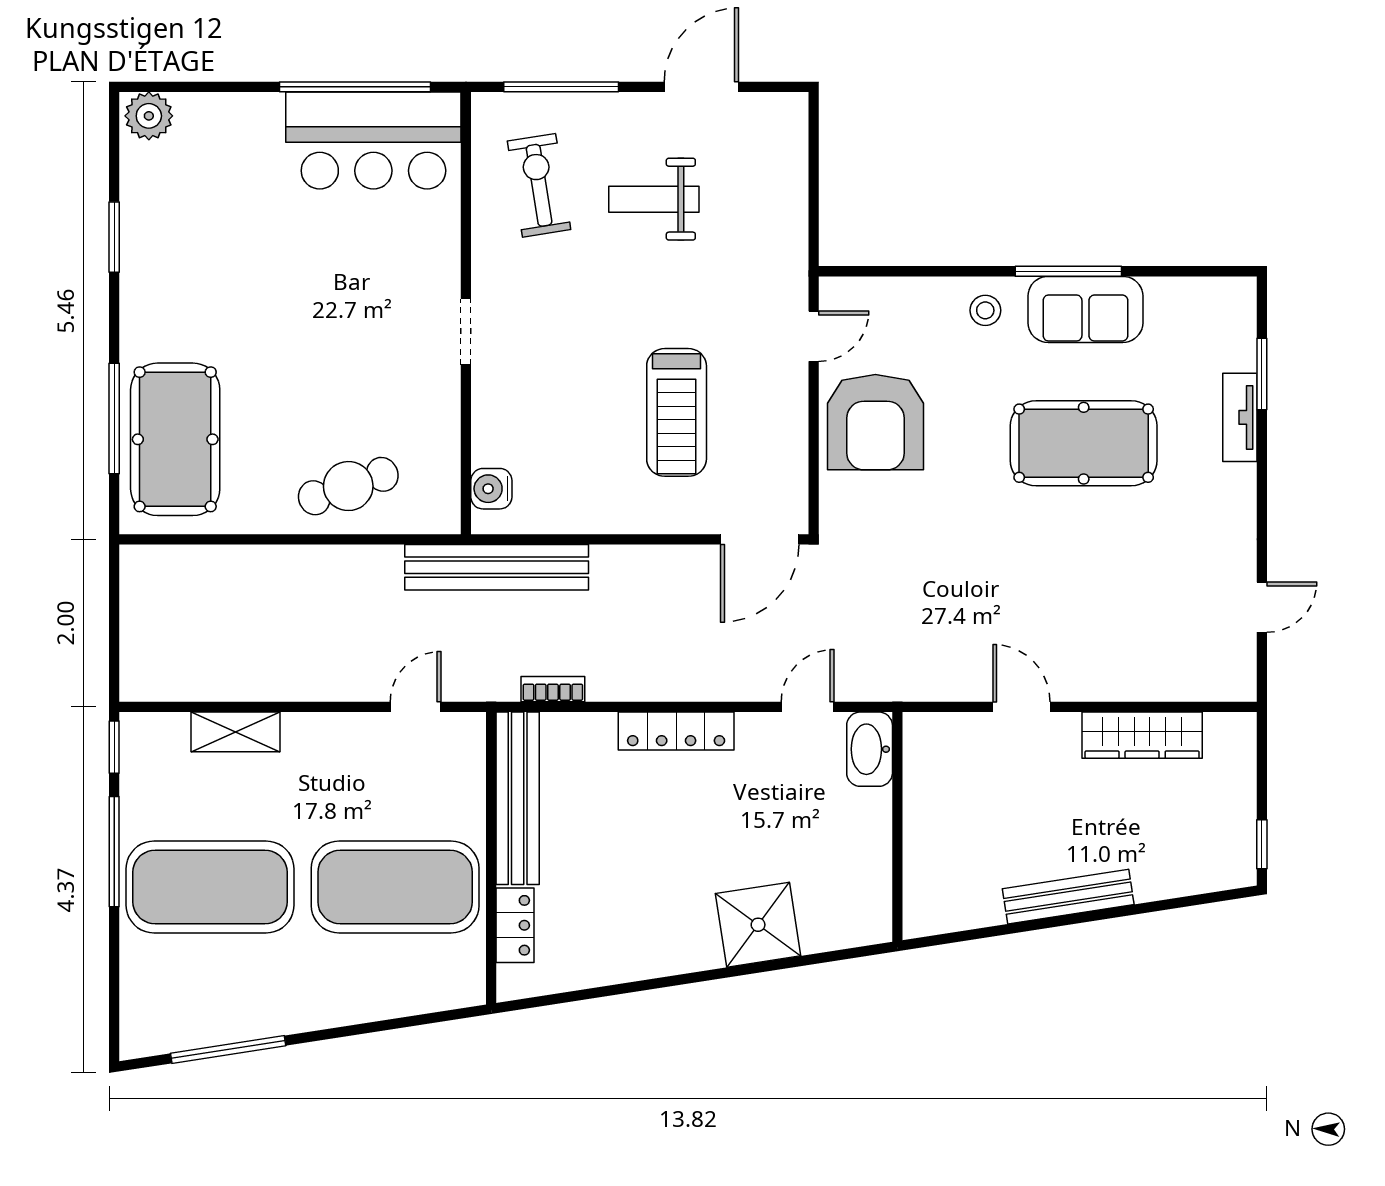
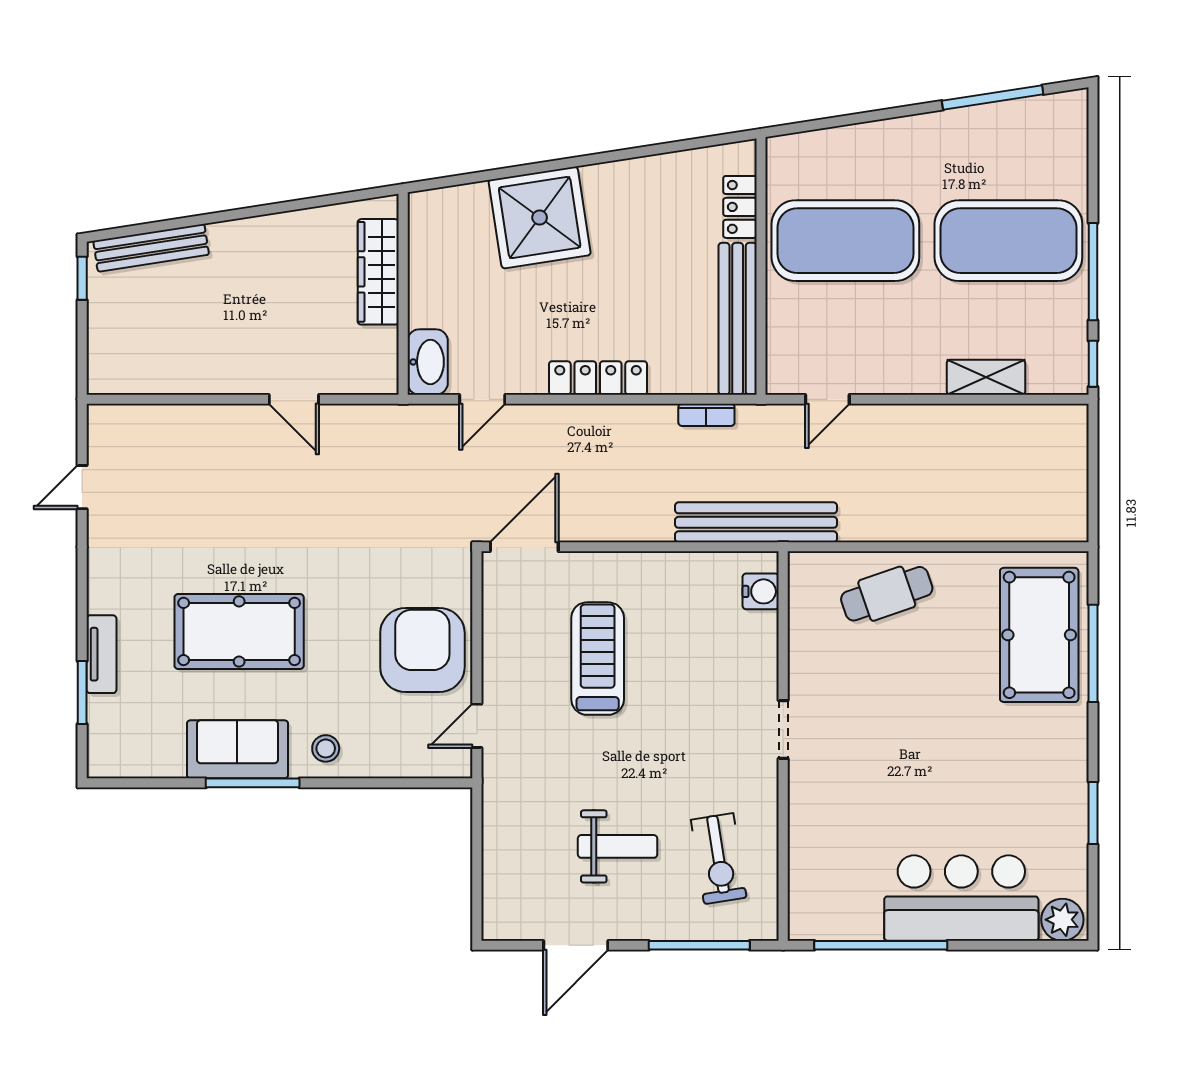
bar counter: (373, 141) -> (961, 898), moved
wardrobe: (1142, 735) -> (378, 272), moved, turned -90
bench: (1068, 897) -> (151, 248), moved
shower: (758, 925) -> (540, 217), width x1.37, depth x1.37

